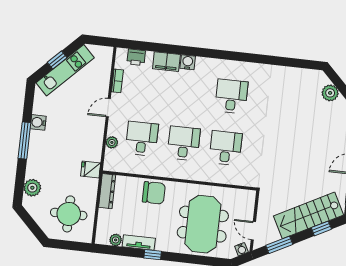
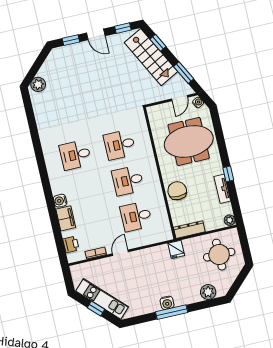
plant: (330, 93) -> (38, 84), moved
door: (108, 108) -> (120, 253), swing flipped
water cooler: (38, 122) -> (167, 303), moved
plant: (112, 142) -> (148, 240), removed
plant: (116, 240) -> (230, 220), moved

